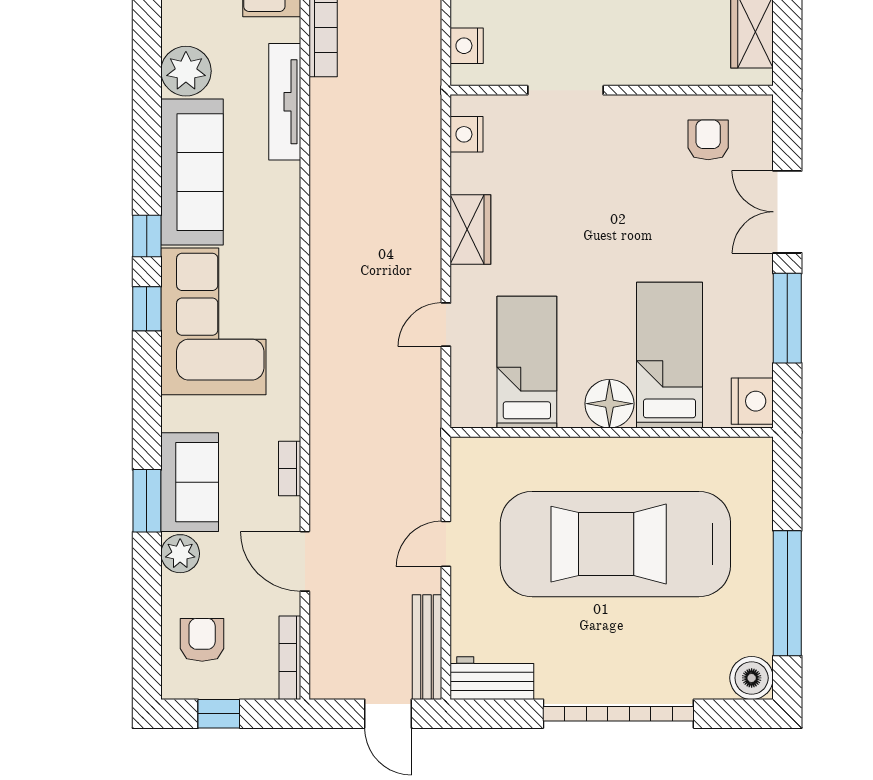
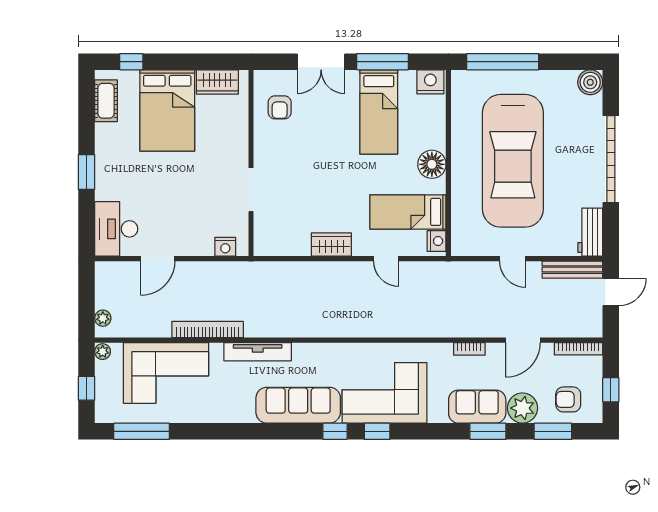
plant: (186, 71) -> (240, 409), removed
nightstand: (467, 134) -> (437, 241), moved, turned -90
armchair: (708, 140) -> (280, 107), turned -90
bed: (669, 355) -> (379, 112), moved, turned -90
plant: (180, 554) -> (522, 408), width x1.36, depth x1.36
window: (787, 593) -> (503, 62), moved
window: (147, 613) -> (553, 431), added

